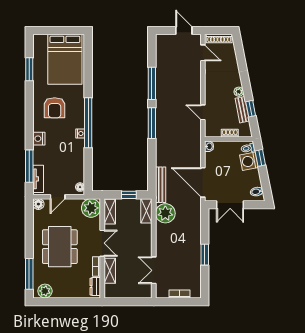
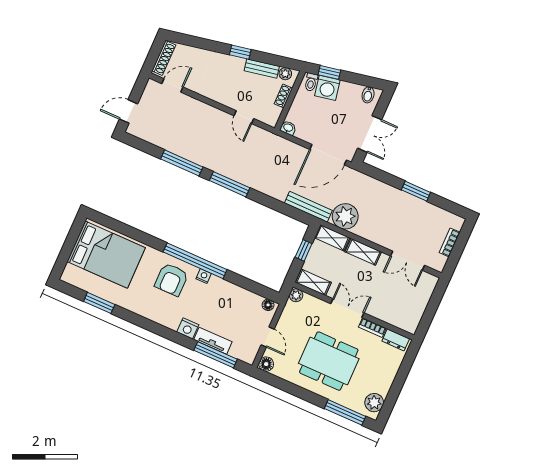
door: (184, 30) -> (128, 111), moved
plant: (239, 92) -> (285, 74), moved
armchair: (55, 108) -> (171, 280), moved, turned 90
window: (251, 109) -> (240, 52), moved
door: (203, 112) -> (244, 117), hinge flipped
tv unit: (38, 179) -> (213, 341), moved
plant: (91, 208) -> (296, 295), width x0.53, depth x0.53
shelving: (110, 271) -> (363, 252), moved

